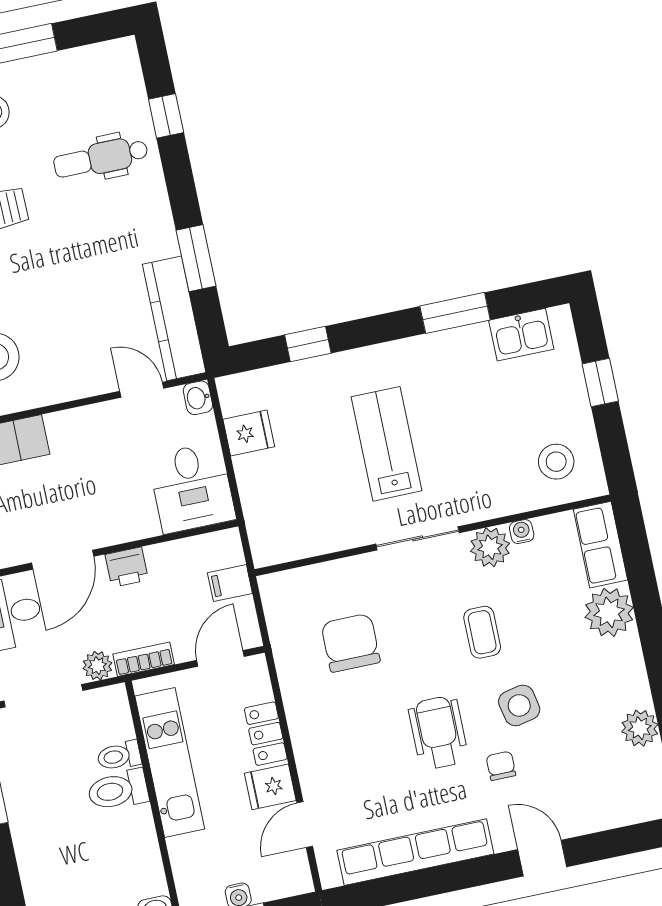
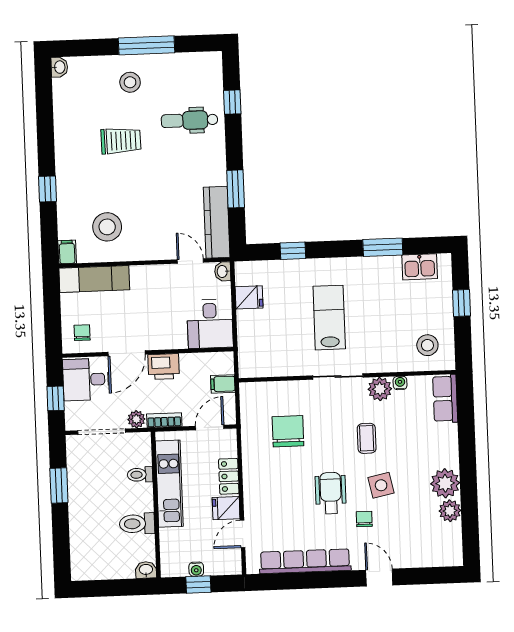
printer: (127, 567) -> (164, 367), width x1.36, depth x1.24
plant: (609, 612) -> (445, 483), moved
toilet: (118, 790) -> (137, 524), moved

